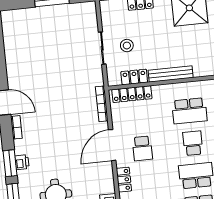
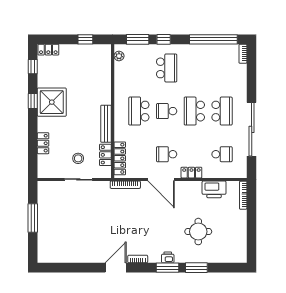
school desk: (189, 111) -> (139, 111), turned 180
school desk: (142, 148) -> (167, 154), turned 180

